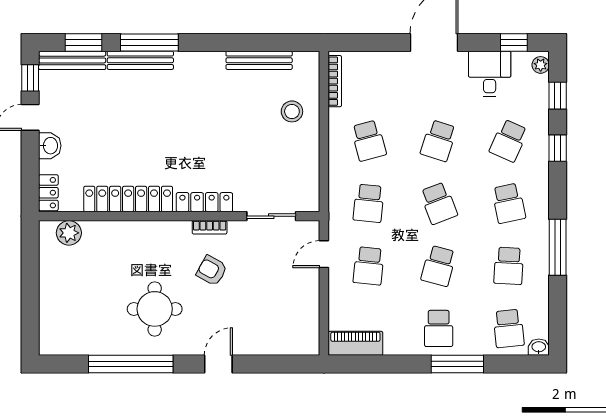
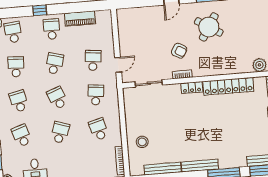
bench: (140, 60) -> (200, 166), moved
school desk: (509, 141) -> (22, 136), turned -42
locker: (204, 202) -> (192, 88), width x0.66
round table: (155, 309) -> (209, 27), turned 32
piano: (355, 343) -> (80, 19), moved
window: (457, 364) -> (40, 10), width x0.46

